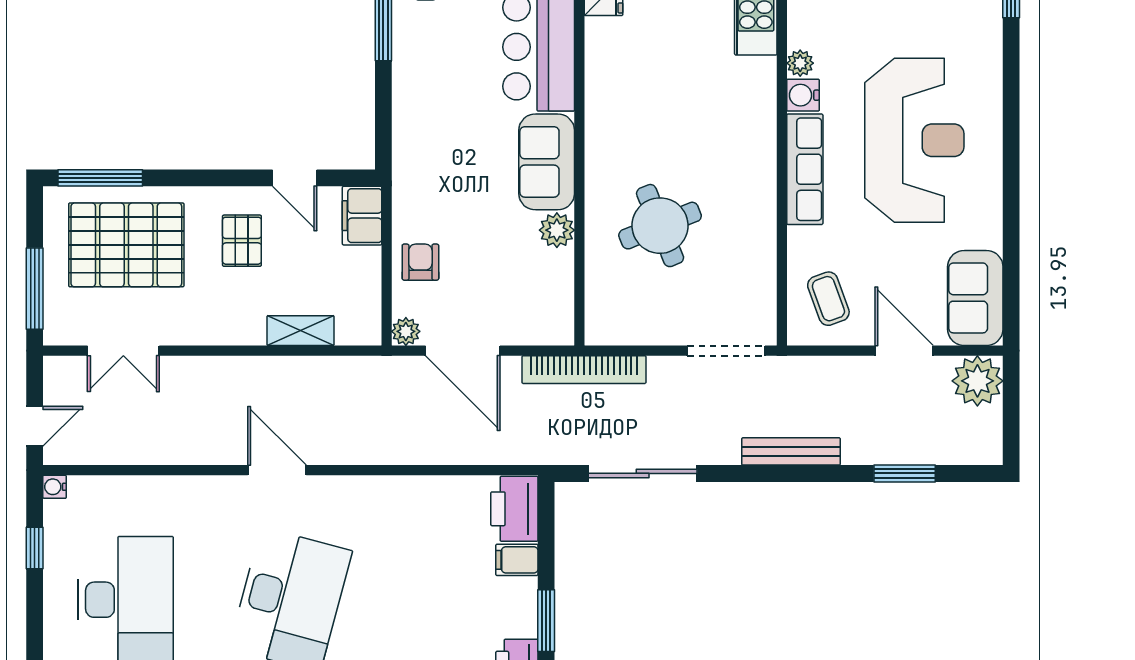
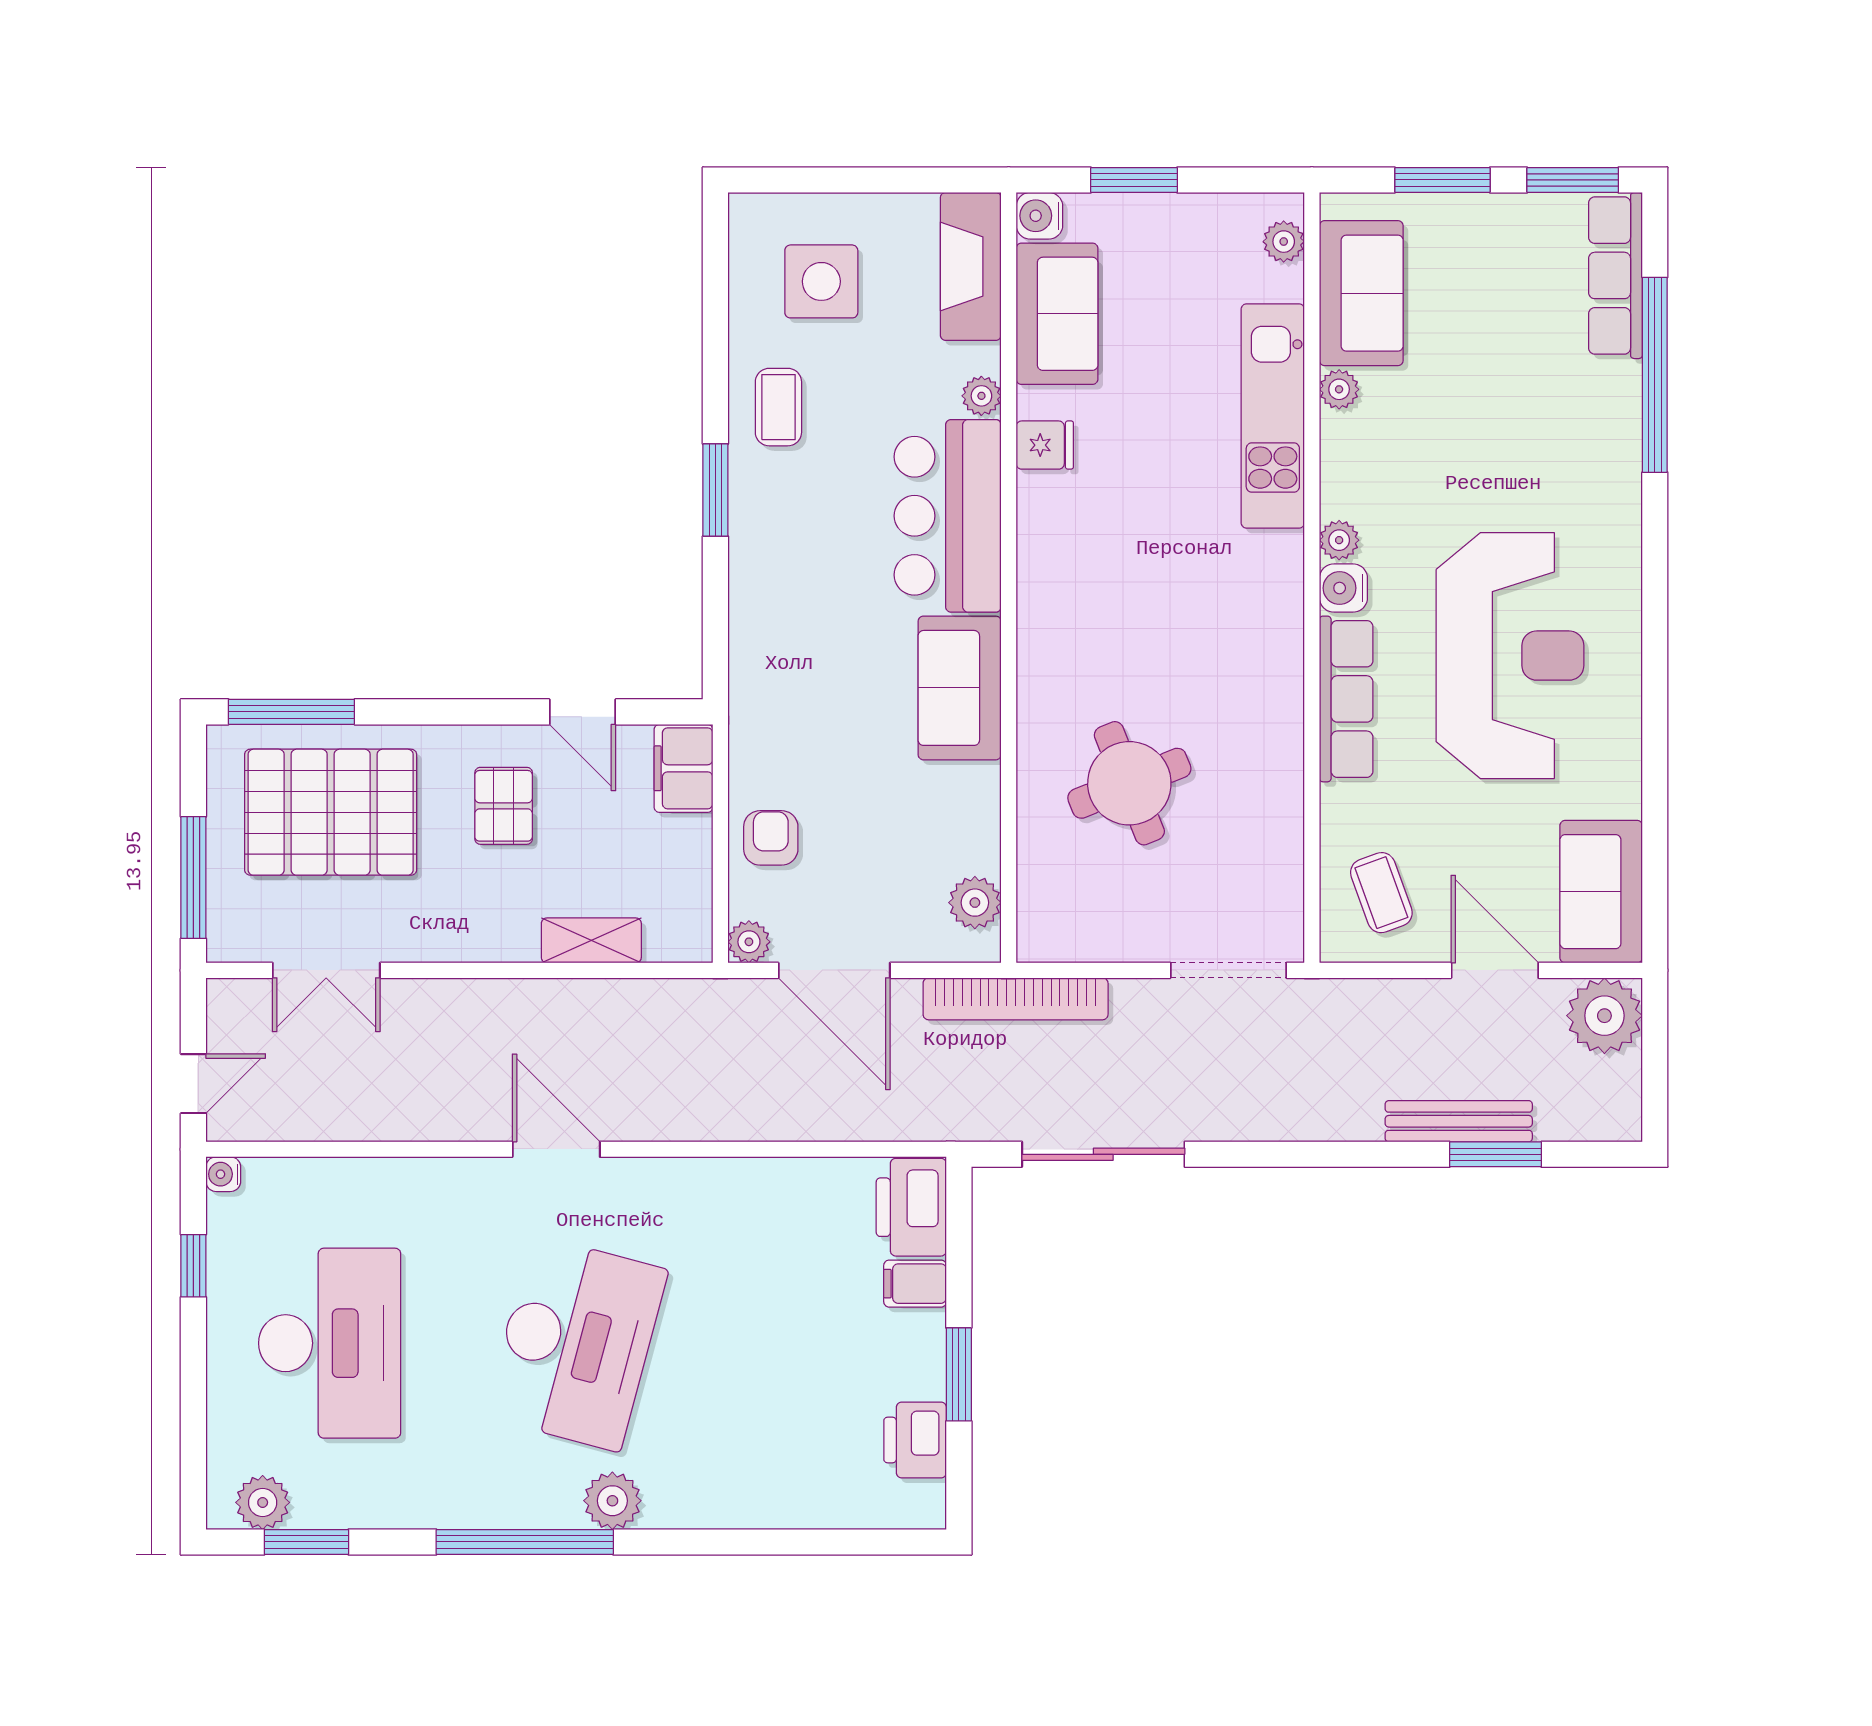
plant: (557, 230) -> (975, 903), moved
bench: (791, 451) -> (1459, 1121), moved

